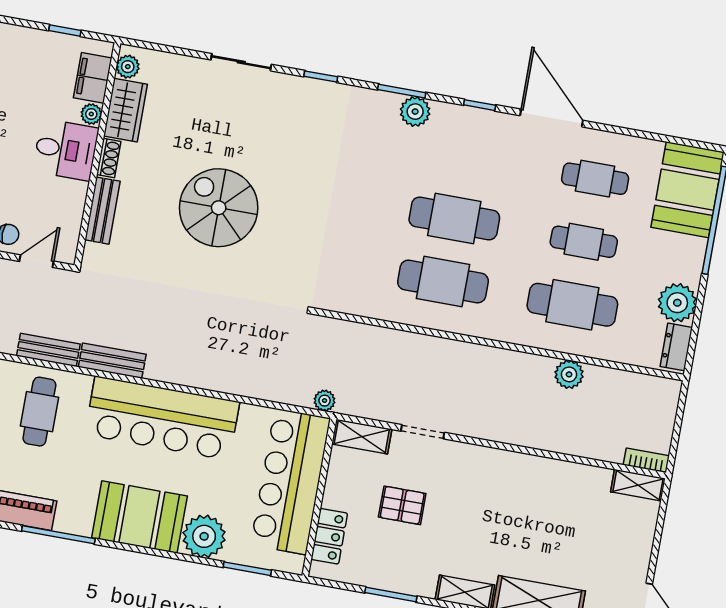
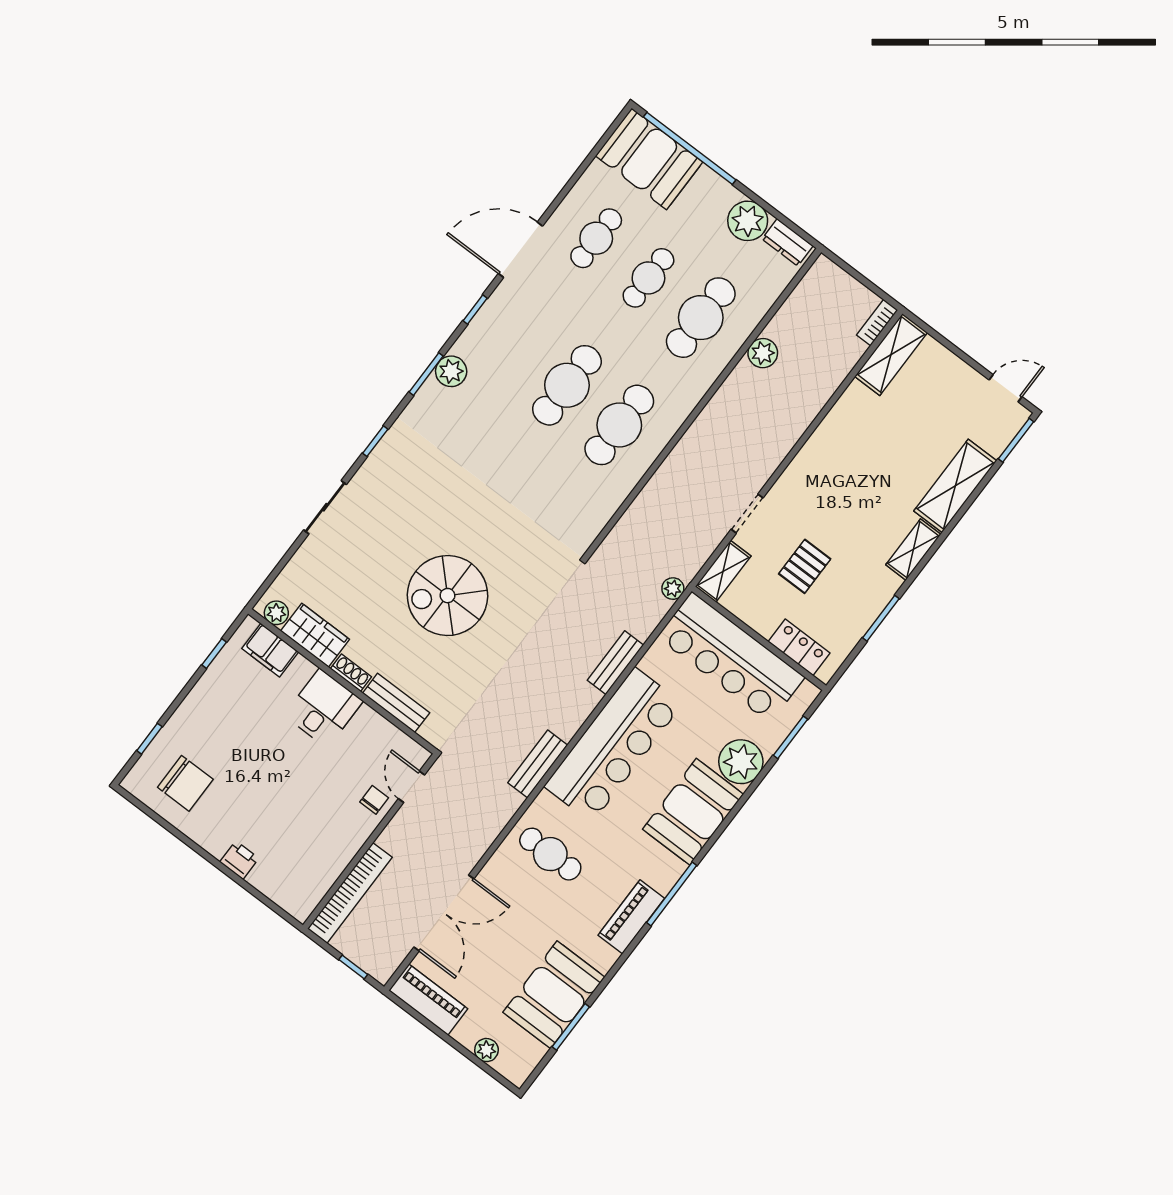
plant: (91, 114) -> (303, 668), removed
bench: (48, 350) -> (615, 663), moved
shelving: (638, 485) -> (891, 355), width x1.50, depth x1.33

